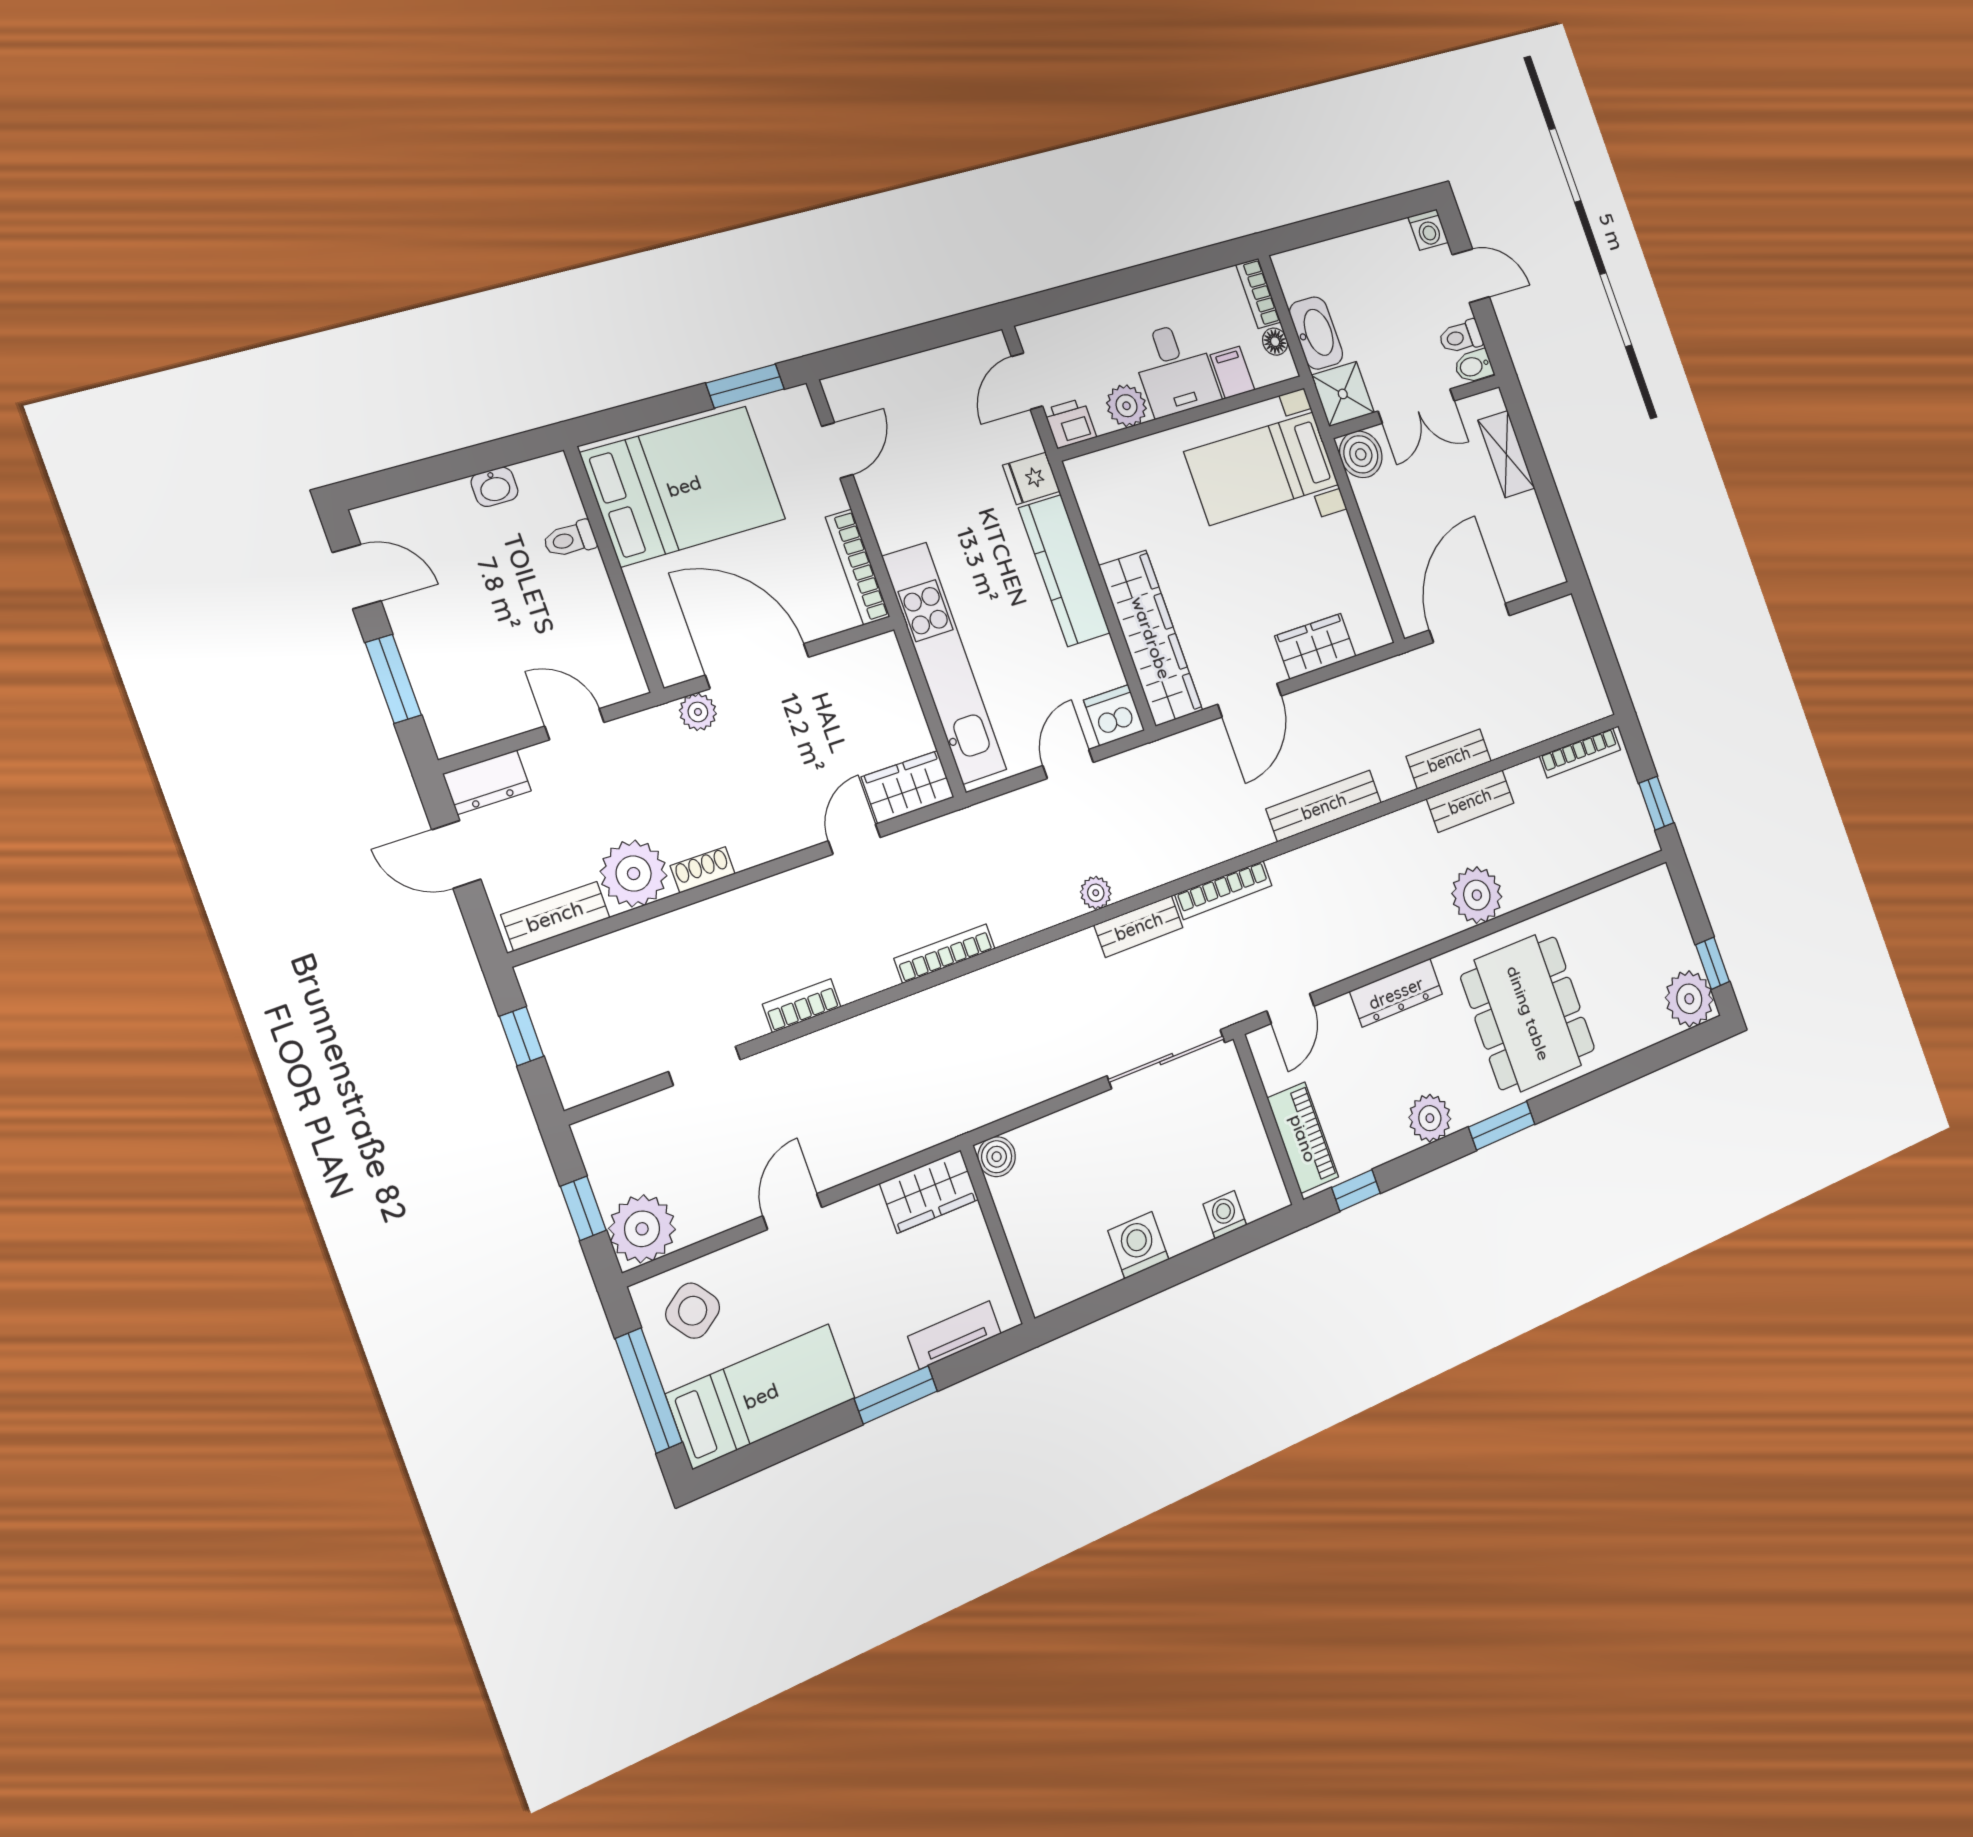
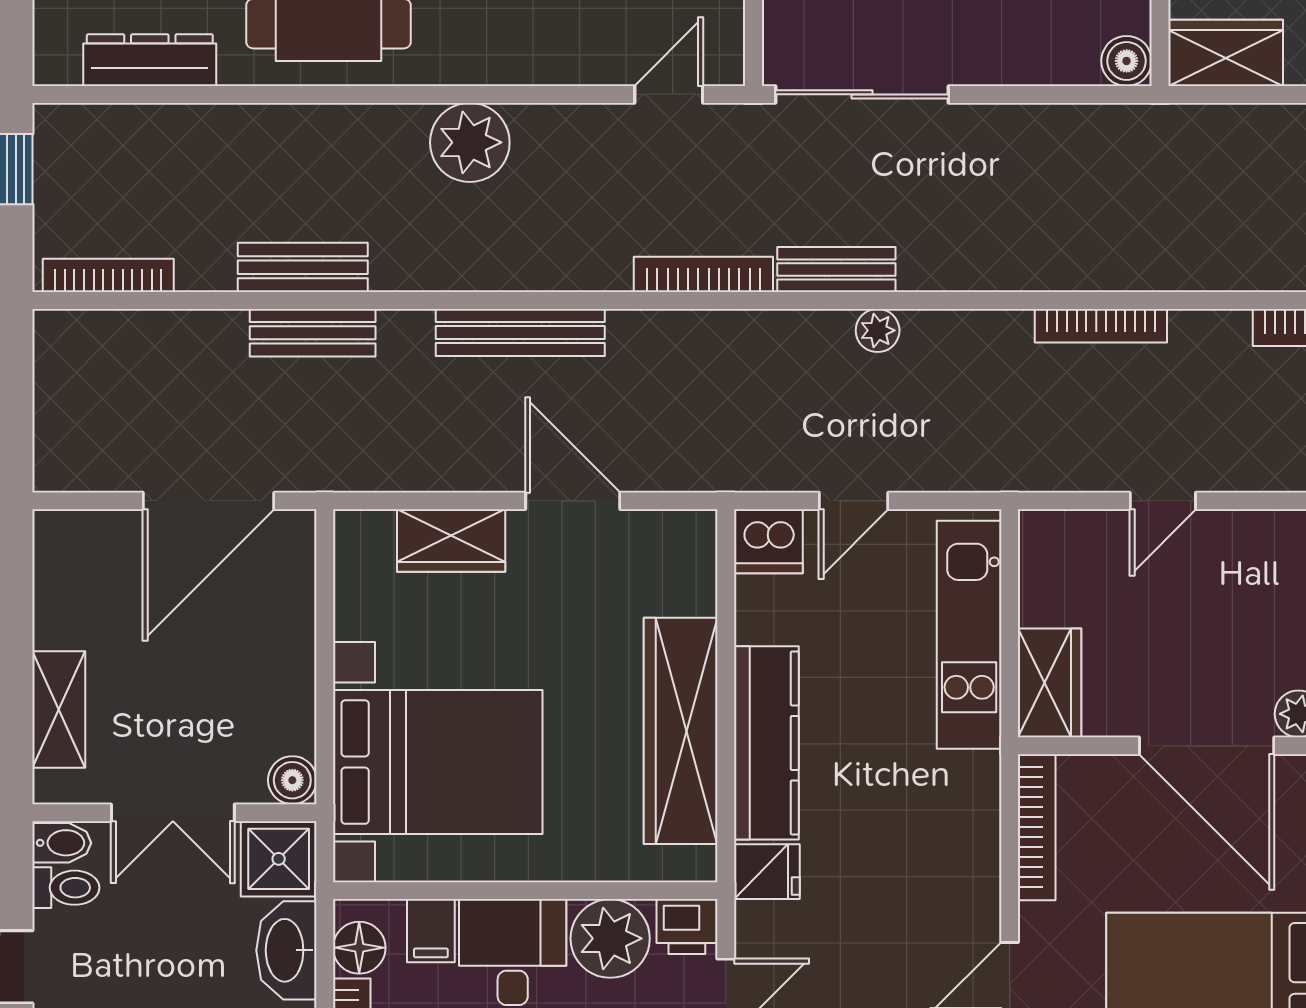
floor lamp: (1275, 342) -> (359, 948), width x1.37, depth x1.37
plant: (1127, 406) -> (610, 938), width x1.36, depth x1.36
double door: (1416, 406) -> (173, 813), swing flipped
boiler: (1361, 454) -> (292, 780), width x0.73, depth x0.73
bed with nightstands: (1262, 468) -> (438, 762), width x1.36
wardrobe: (1151, 638) -> (681, 731), moved
kitchen unit: (944, 663) -> (969, 635), width x0.73
door: (1250, 700) -> (573, 501), hinge flipped
wardrobe: (908, 787) -> (1050, 683), moved, turned -90
plant: (1477, 895) -> (470, 142), moved
dresser: (1396, 993) -> (150, 60), moved

